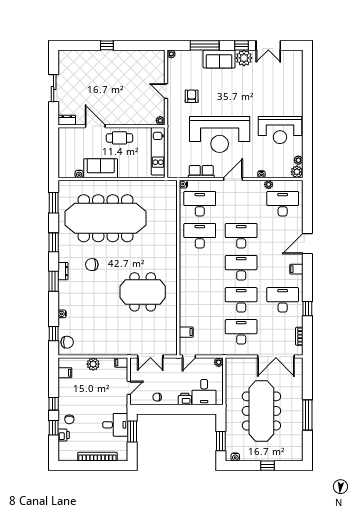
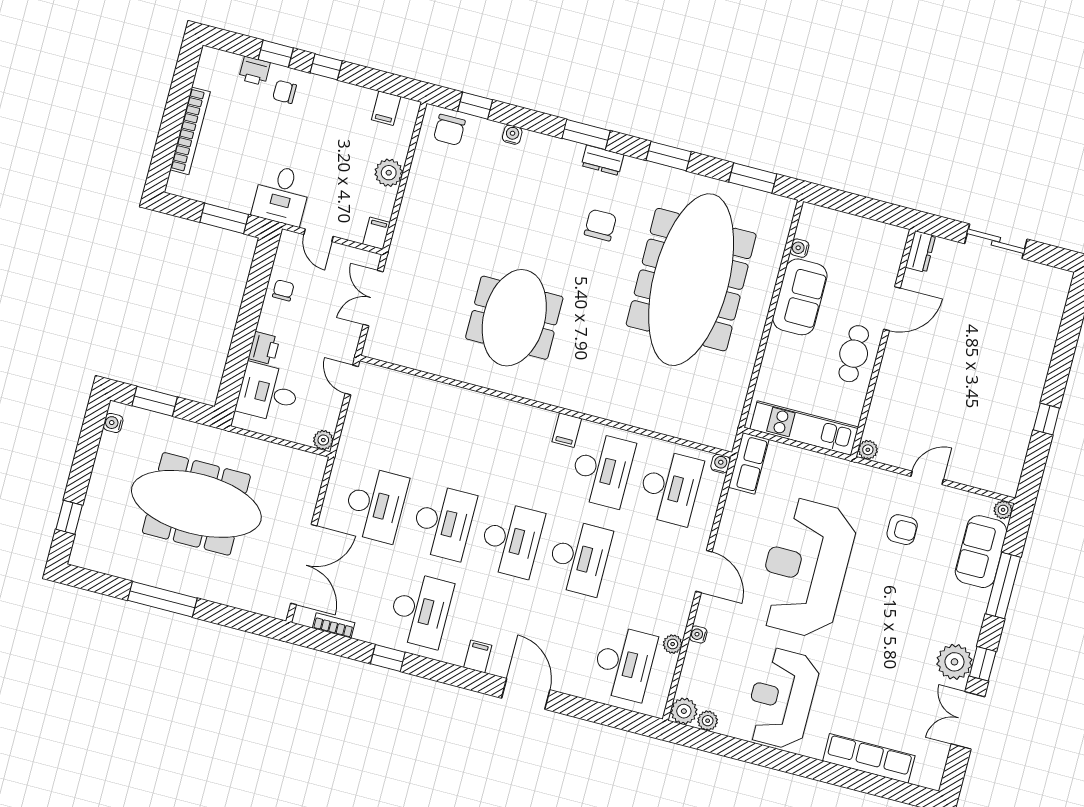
window: (107, 45) -> (1046, 419), moved
sofa: (219, 59) -> (981, 552), moved
row of seats: (296, 85) -> (869, 758), added
row of seats: (201, 172) -> (749, 463), moved
filing cabinet: (186, 332) -> (567, 430), moved
double door: (276, 357) -> (304, 565), swing flipped
desk: (115, 425) -> (282, 195), moved
window: (267, 466) -> (69, 517), moved

